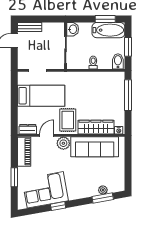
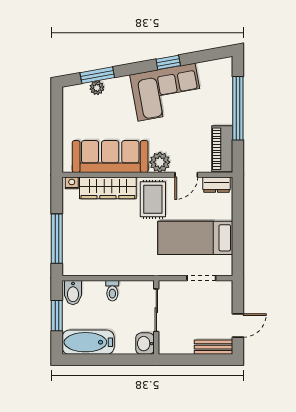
window: (105, 19) -> (93, 360), removed
window: (14, 177) -> (238, 108), width x2.11
corner sofa: (45, 190) -> (167, 92), moved

